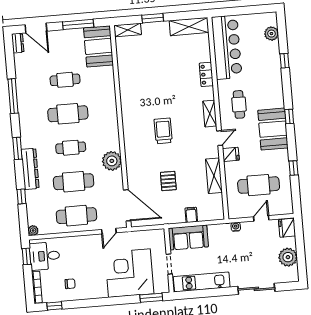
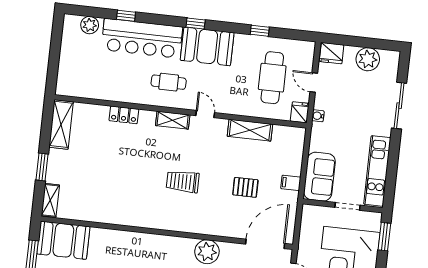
bar counter: (227, 47) -> (142, 38), moved, turned 180
fridge: (231, 154) -> (300, 112), moved
filing cabinet: (191, 215) -> (291, 183), moved

